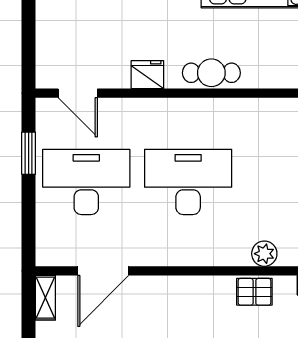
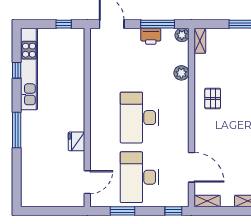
cafe table: (211, 73) -> (75, 104), removed
window: (29, 240) -> (173, 211), added
pallet: (254, 292) -> (213, 98), moved

